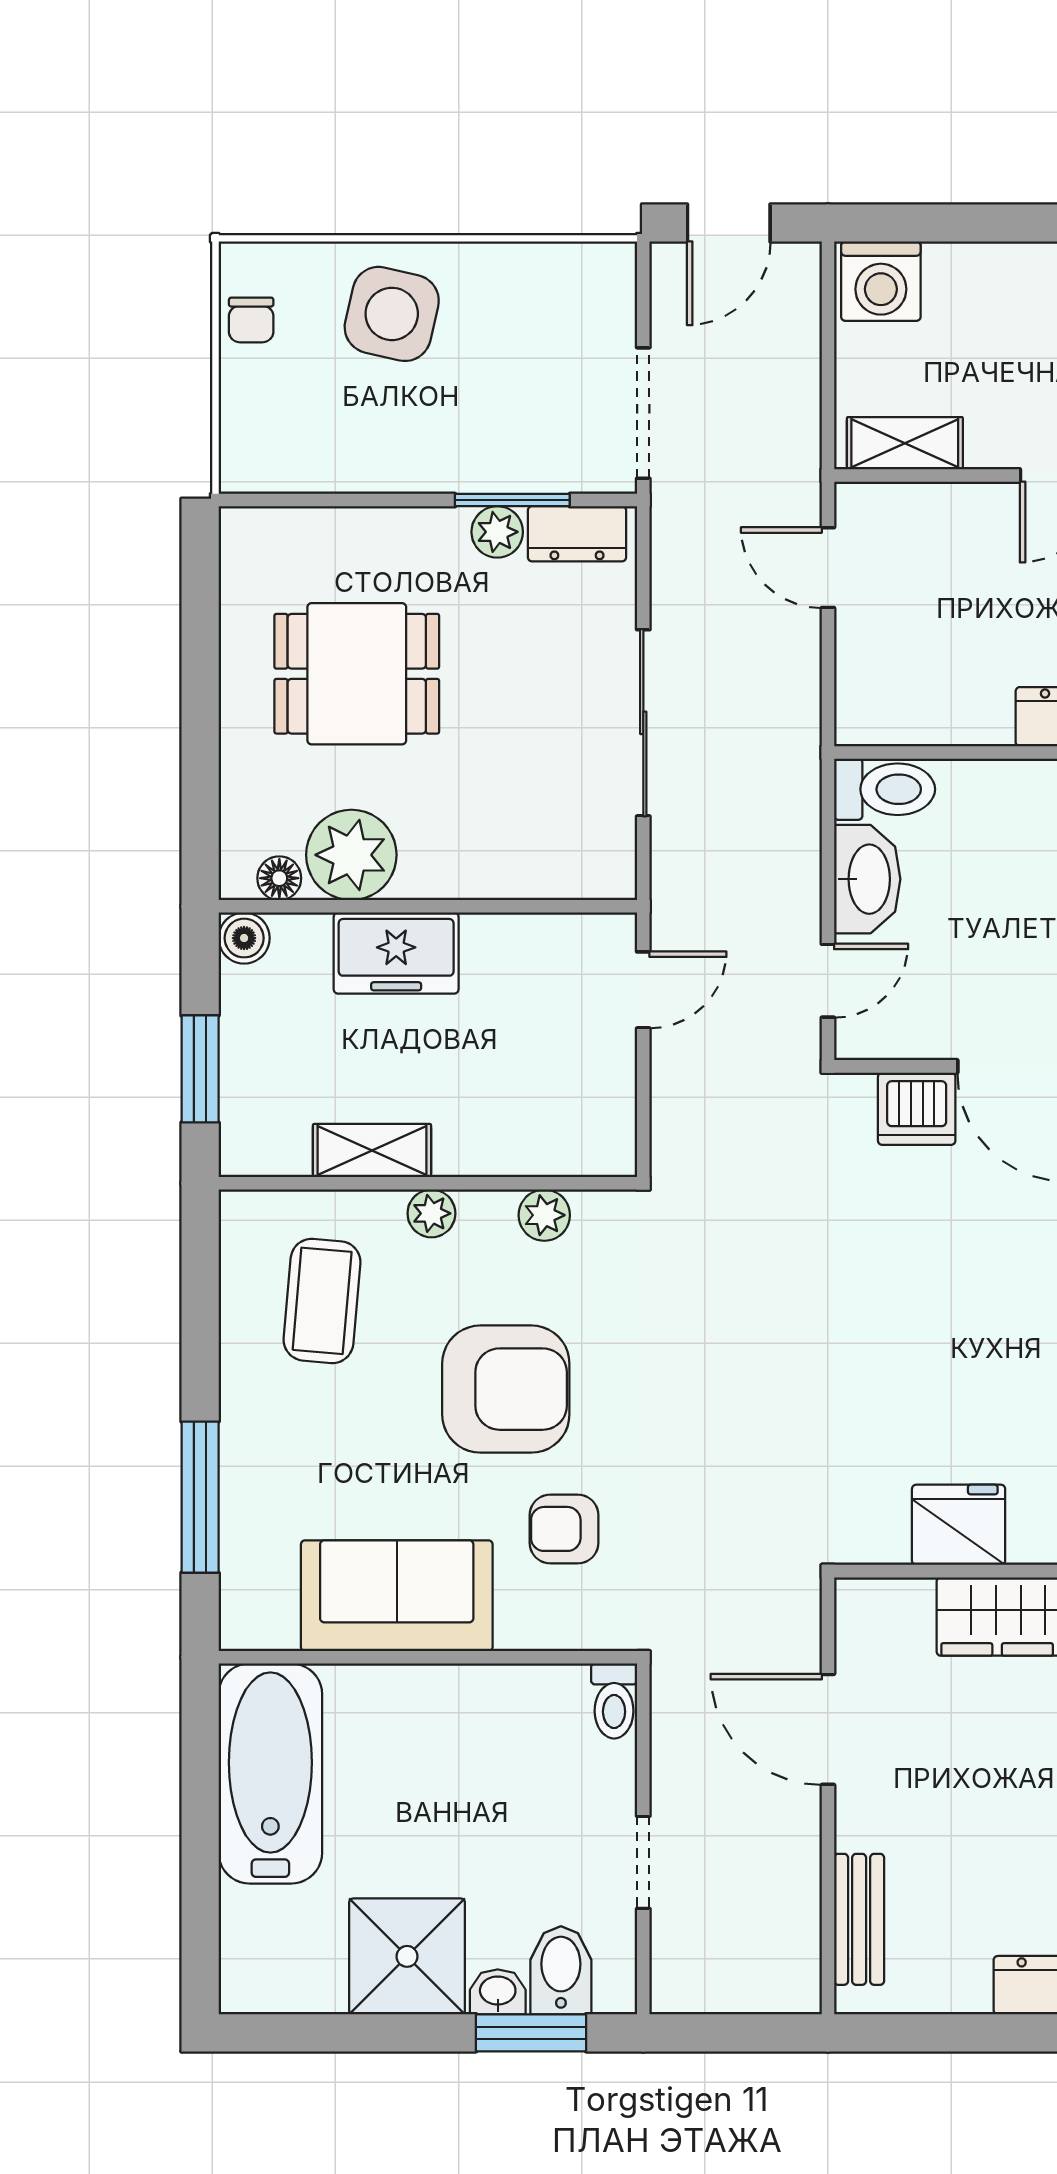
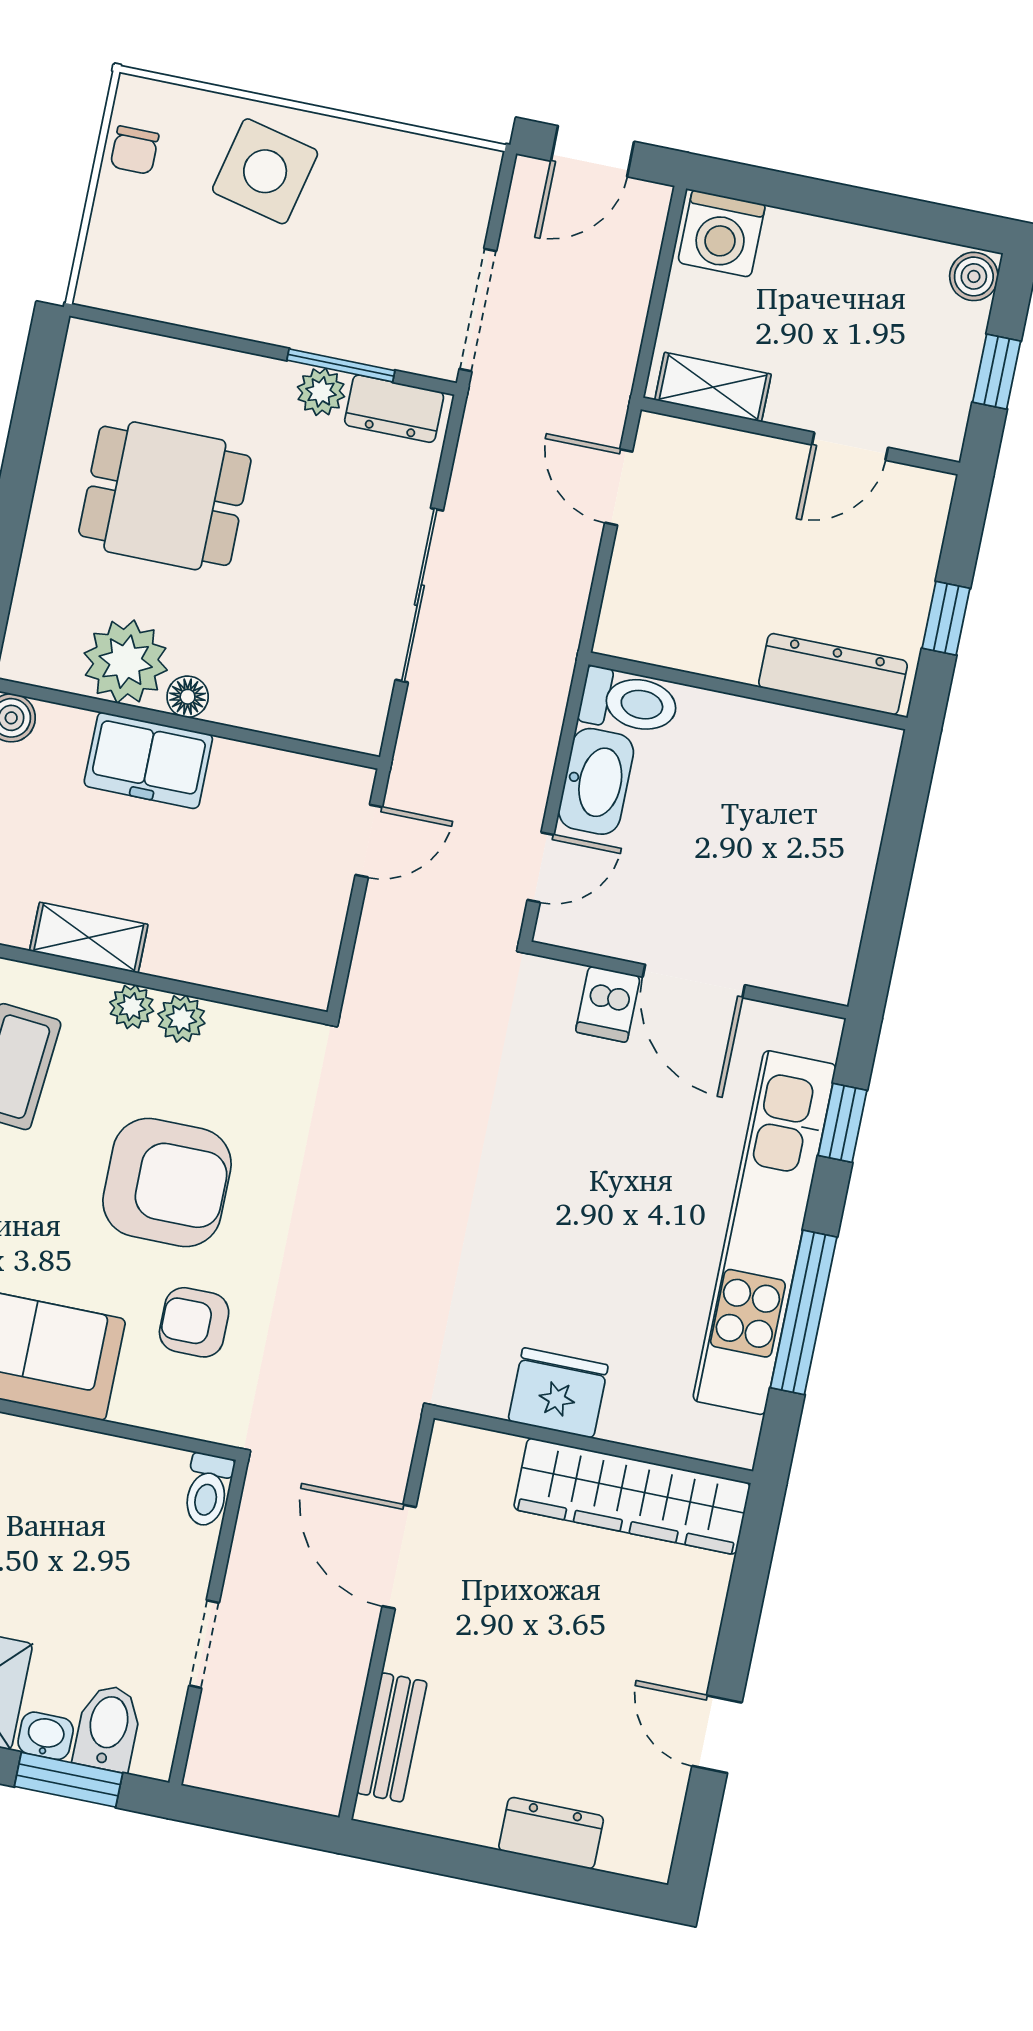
floor lamp: (279, 878) -> (188, 697), moved
dishwasher: (917, 1109) -> (608, 1004), width x0.73
plant: (544, 1215) -> (181, 1019), moved

